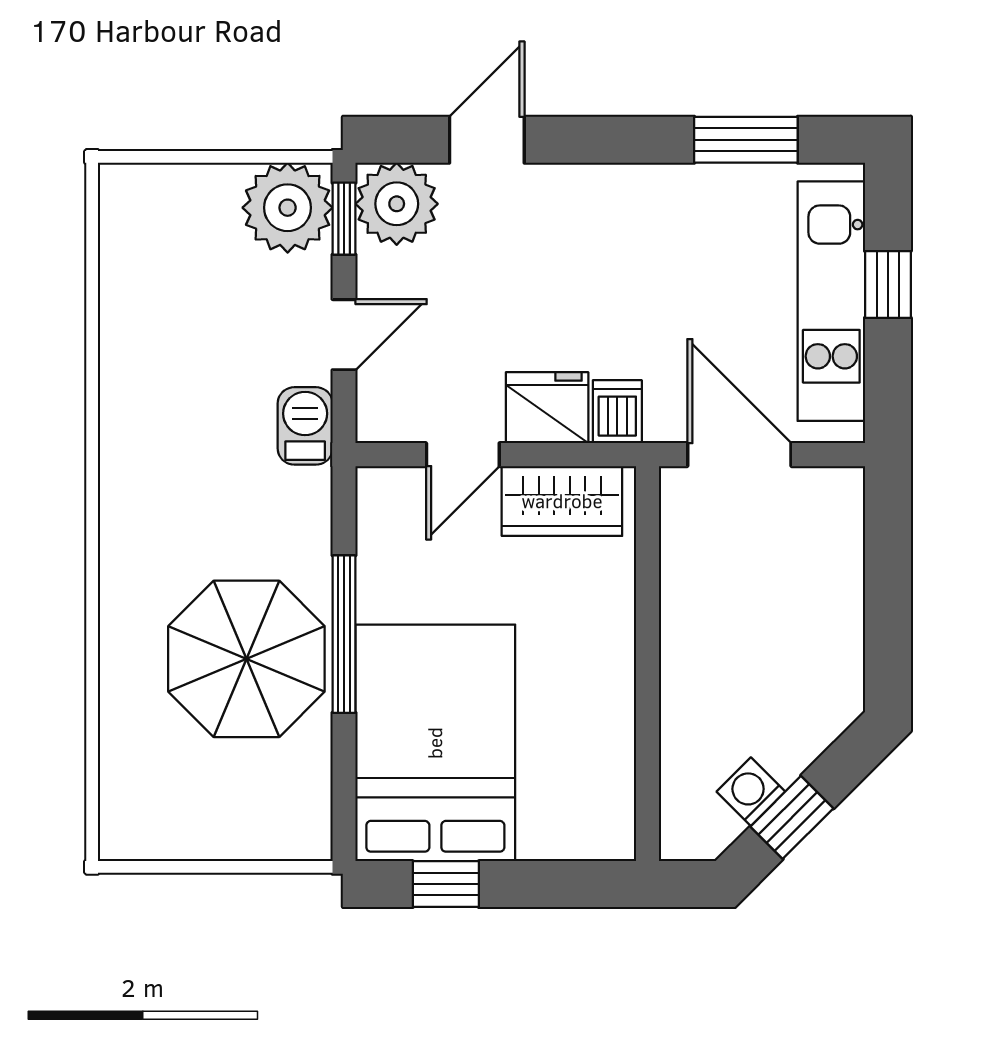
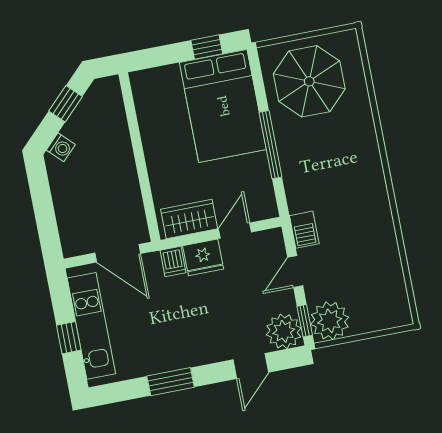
window: (746, 140) -> (171, 382), moved
parasol: (246, 659) -> (309, 81), moved
washing machine: (751, 792) -> (61, 147), moved

